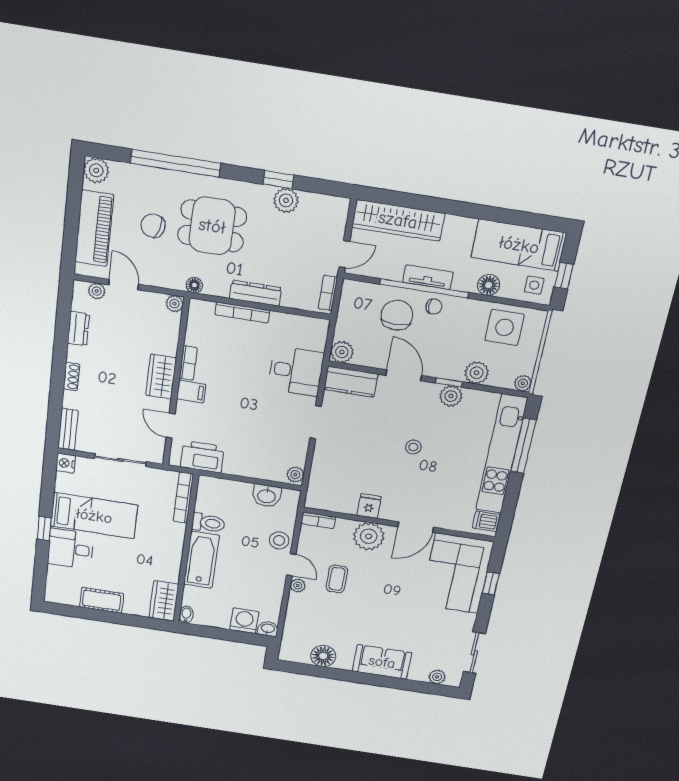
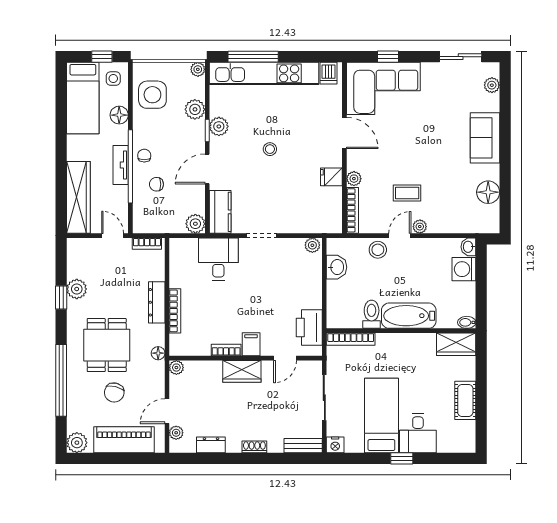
chair: (397, 315) -> (156, 184), width x0.54, depth x0.54
bookcase: (318, 520) -> (352, 210), width x1.56
plant: (369, 536) -> (354, 179), width x0.53, depth x0.53

